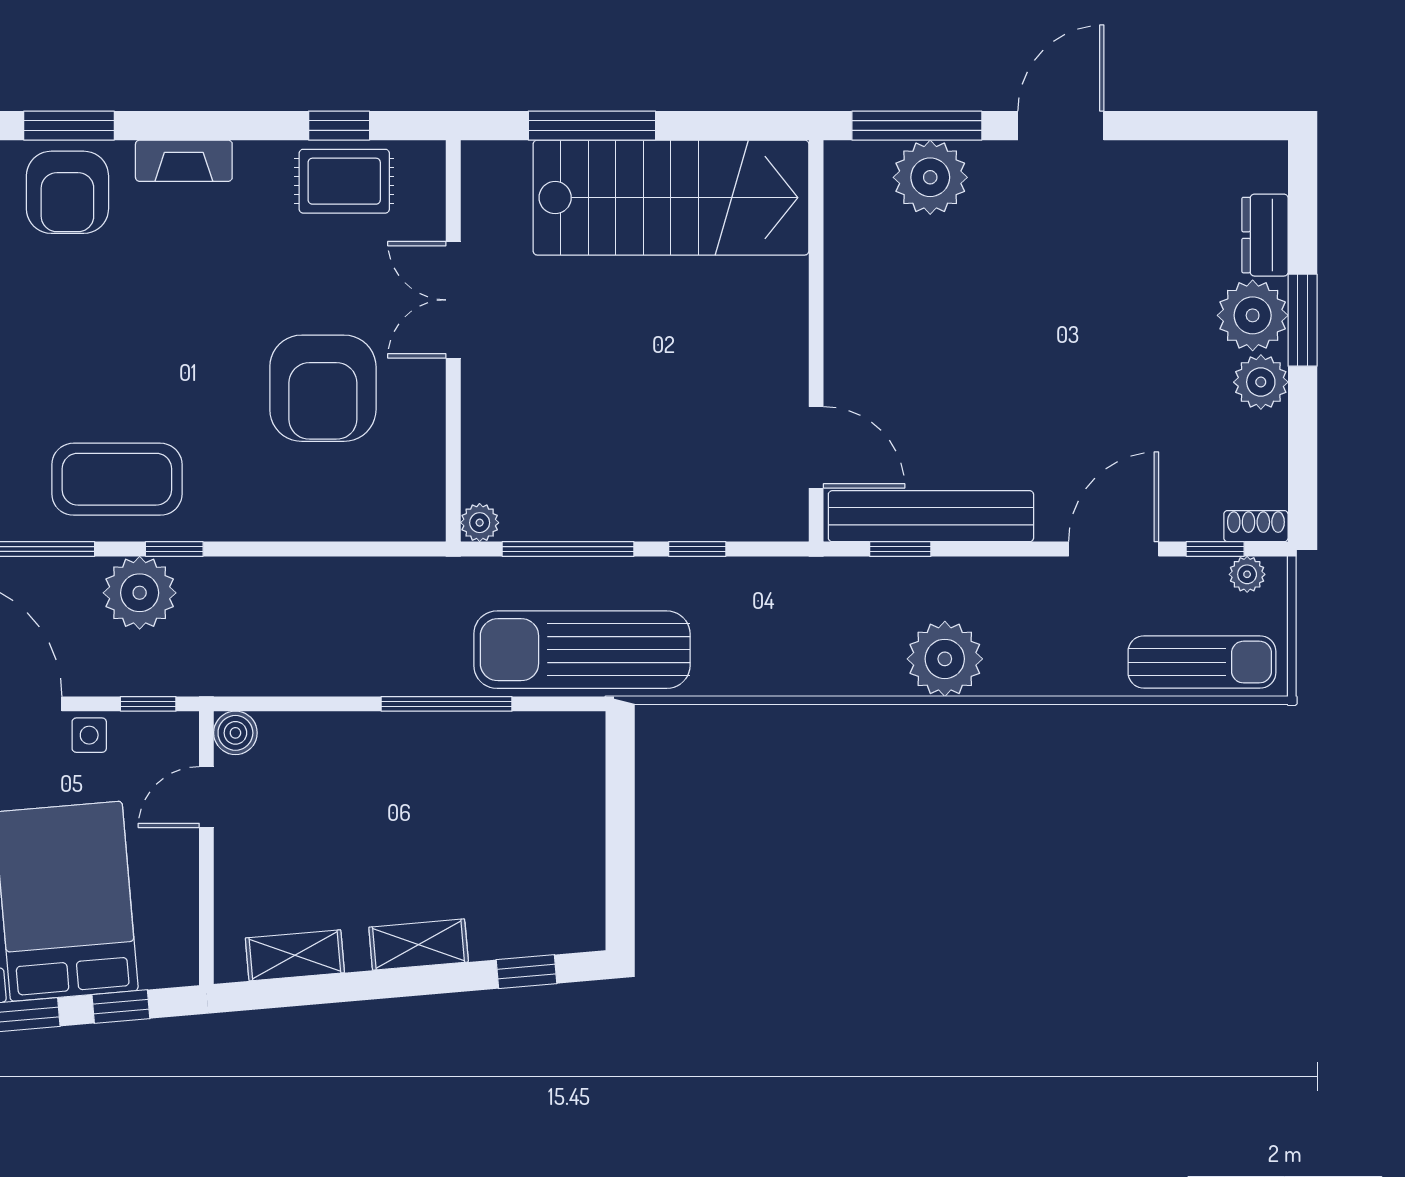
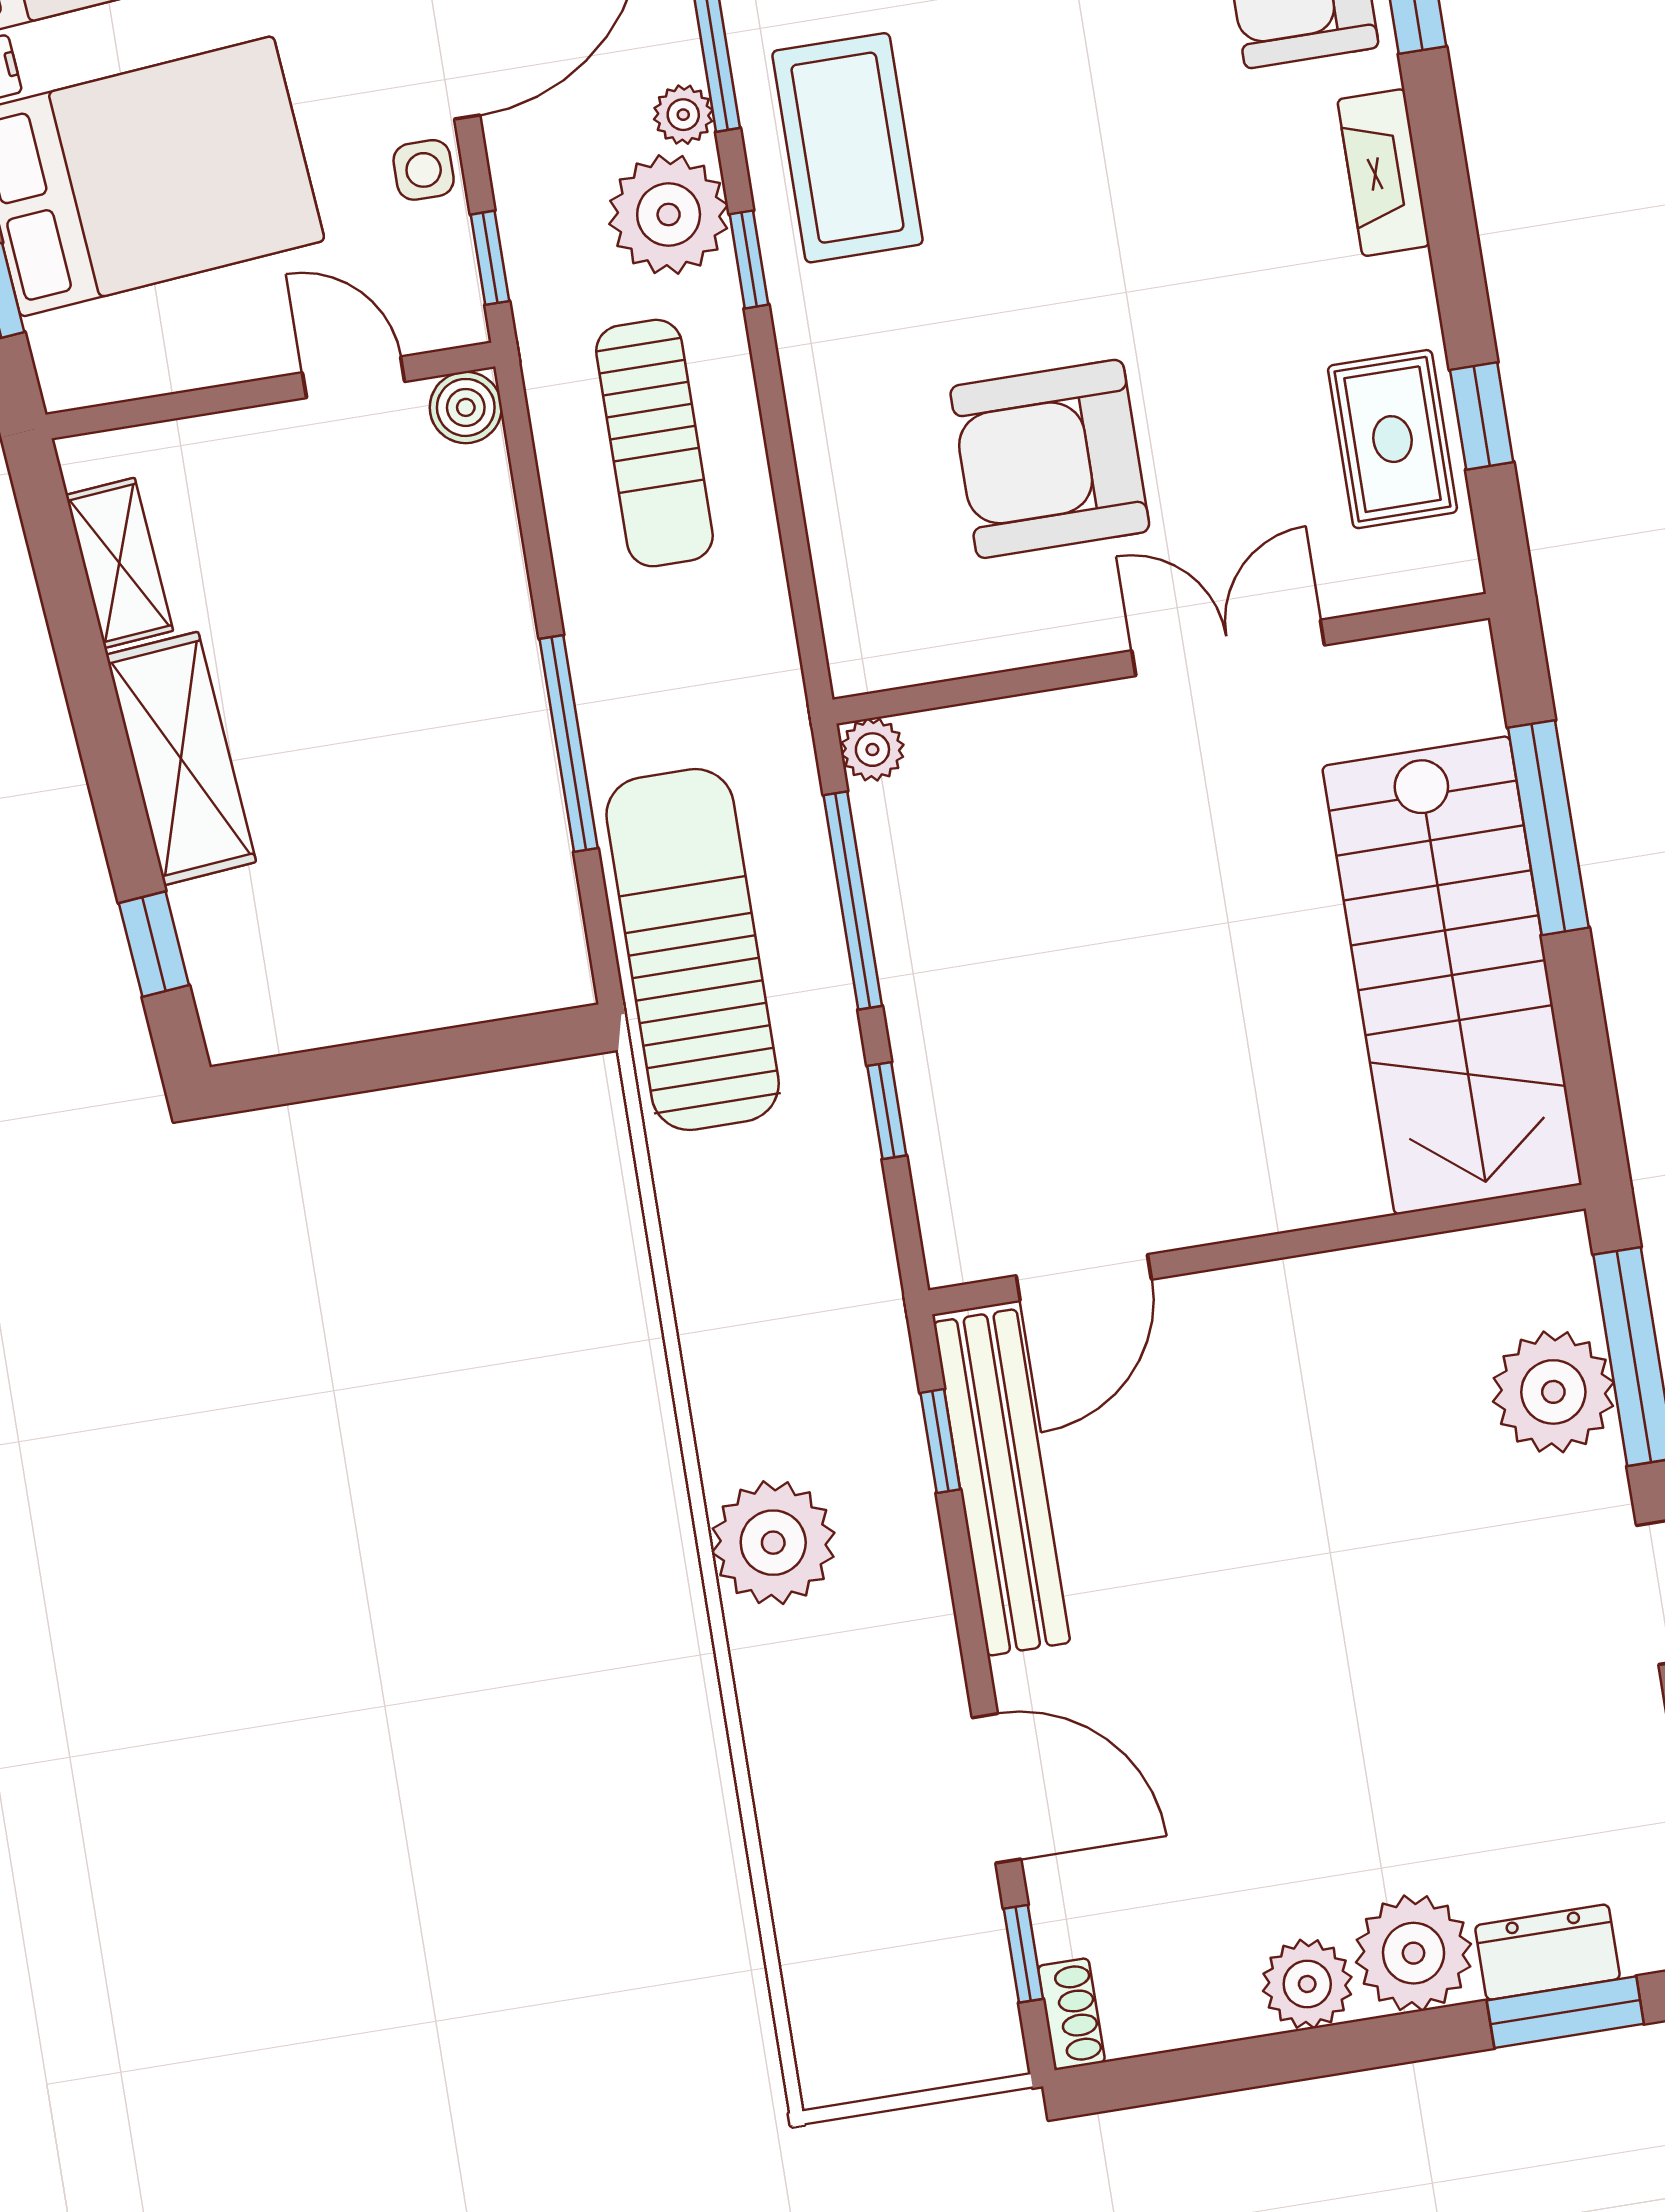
window: (1303, 320) -> (1565, 2012), moved
plant: (1247, 574) -> (683, 115), moved
sun lounger: (1202, 662) -> (654, 443), moved
shelving: (419, 945) -> (181, 758), width x1.50, depth x1.33

